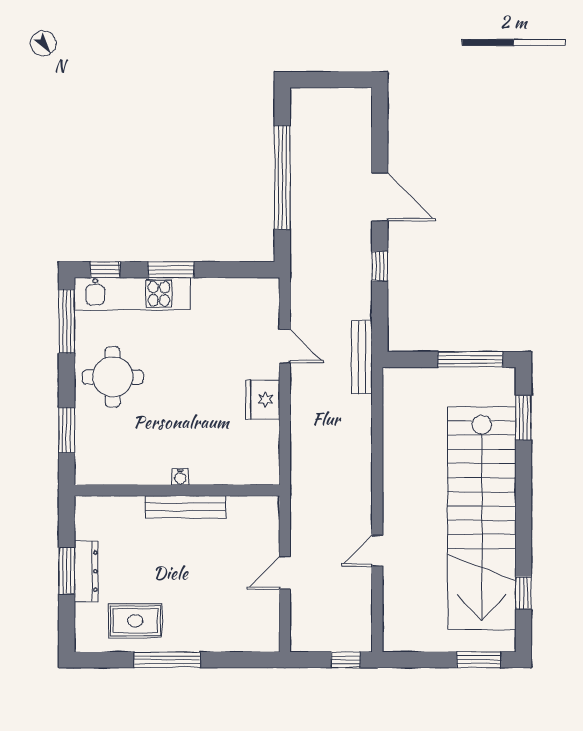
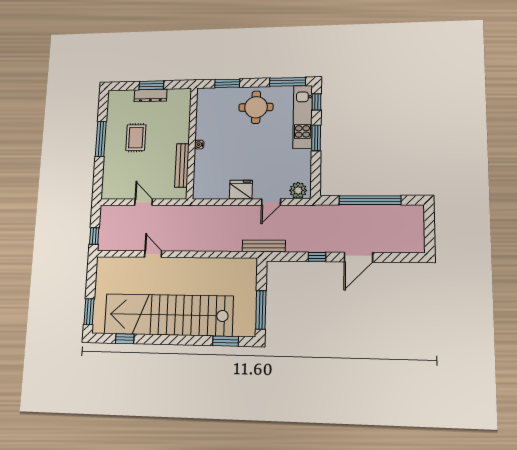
plant: (265, 300) -> (298, 190), added
bench: (185, 507) -> (182, 165), moved
rug: (135, 621) -> (136, 138), moved

